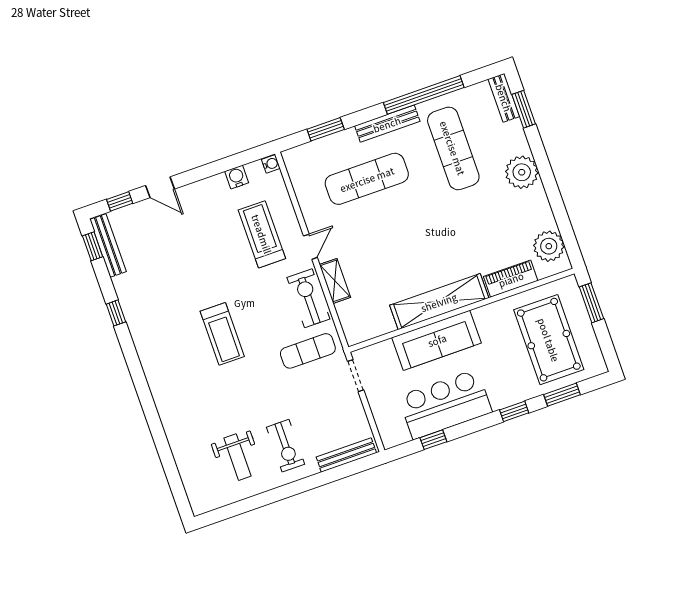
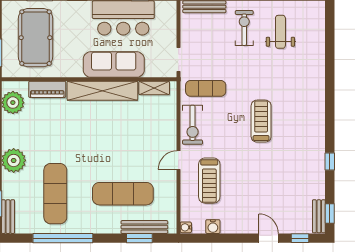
bench: (387, 124) -> (144, 227), moved
bench: (108, 246) -> (319, 216), width x0.73
shelving: (335, 281) -> (154, 88), moved, turned 90

